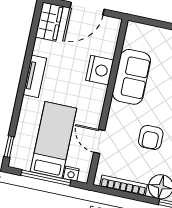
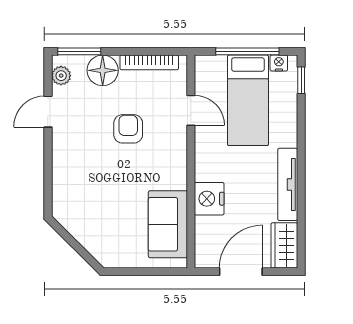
tv unit: (35, 76) -> (288, 184), width x1.41
sofa: (131, 77) -> (168, 224), moved
nightstand: (71, 174) -> (279, 63), moved

